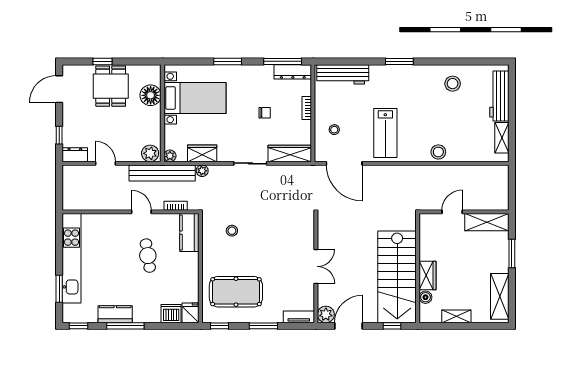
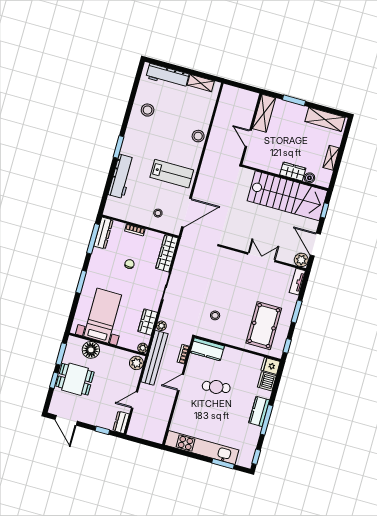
window: (136, 61) -> (61, 354), added
workbench: (343, 74) -> (121, 176), moved
kitchen counter: (115, 314) -> (259, 411), moved

